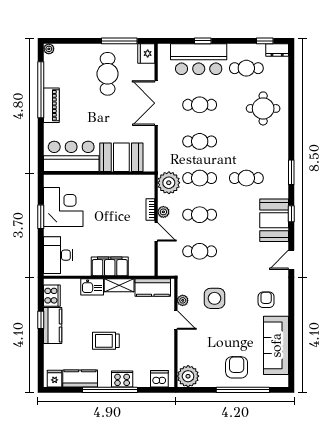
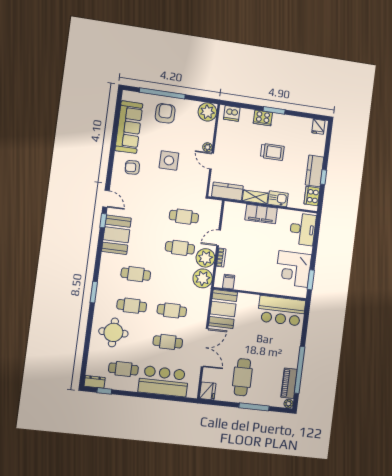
window: (119, 41) -> (254, 407), moved
window: (203, 41) -> (158, 397), removed
piano: (51, 105) -> (289, 383), moved
booth: (121, 157) -> (223, 309), moved, turned 90
window: (291, 172) -> (94, 292), moved
cafe table: (200, 178) -> (132, 306), moved
filing cabinet: (138, 183) -> (229, 282), added
plant: (163, 212) -> (205, 258), width x1.88, depth x1.88
window: (291, 214) -> (103, 221), moved
window: (41, 217) -> (311, 280), moved
door: (156, 232) -> (219, 238), hinge flipped
door: (291, 260) -> (106, 199), hinge flipped
side table: (214, 298) -> (169, 160), moved
plant: (183, 300) -> (207, 147), moved
armchair: (266, 300) -> (132, 167), turned 86
armchair: (237, 367) -> (165, 113), turned 180
kitchen counter: (80, 378) -> (298, 124), removed
window: (110, 390) -> (274, 110), width x0.47

